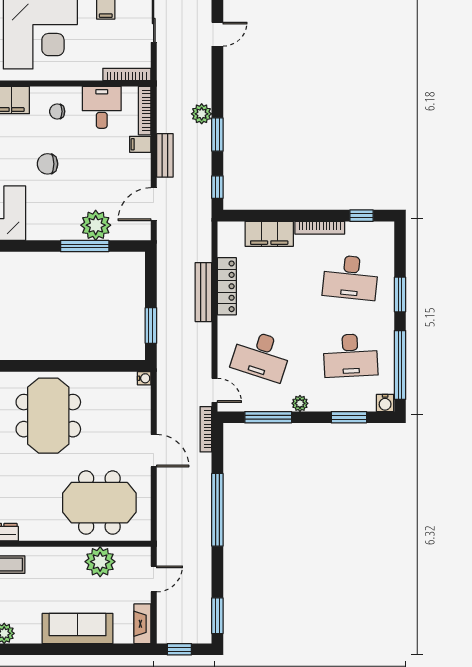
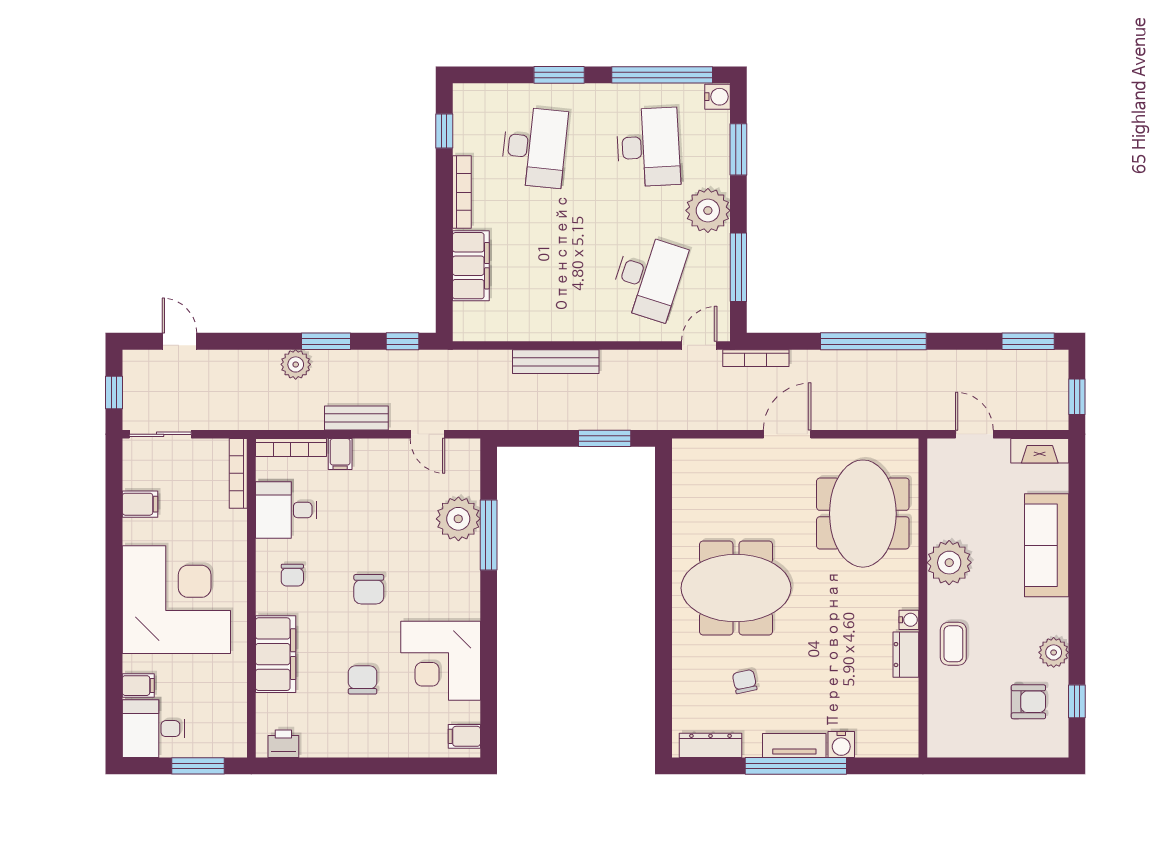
door: (154, 204) -> (427, 434), width x0.73
locker: (227, 286) -> (547, 328), removed
water cooler: (144, 378) -> (909, 620), moved, turned 90
plant: (300, 403) -> (708, 210), width x1.88, depth x1.88
plant: (100, 562) -> (949, 563), moved

